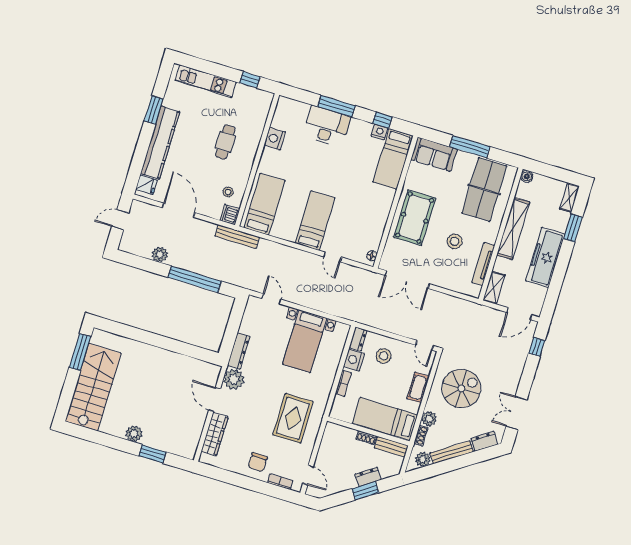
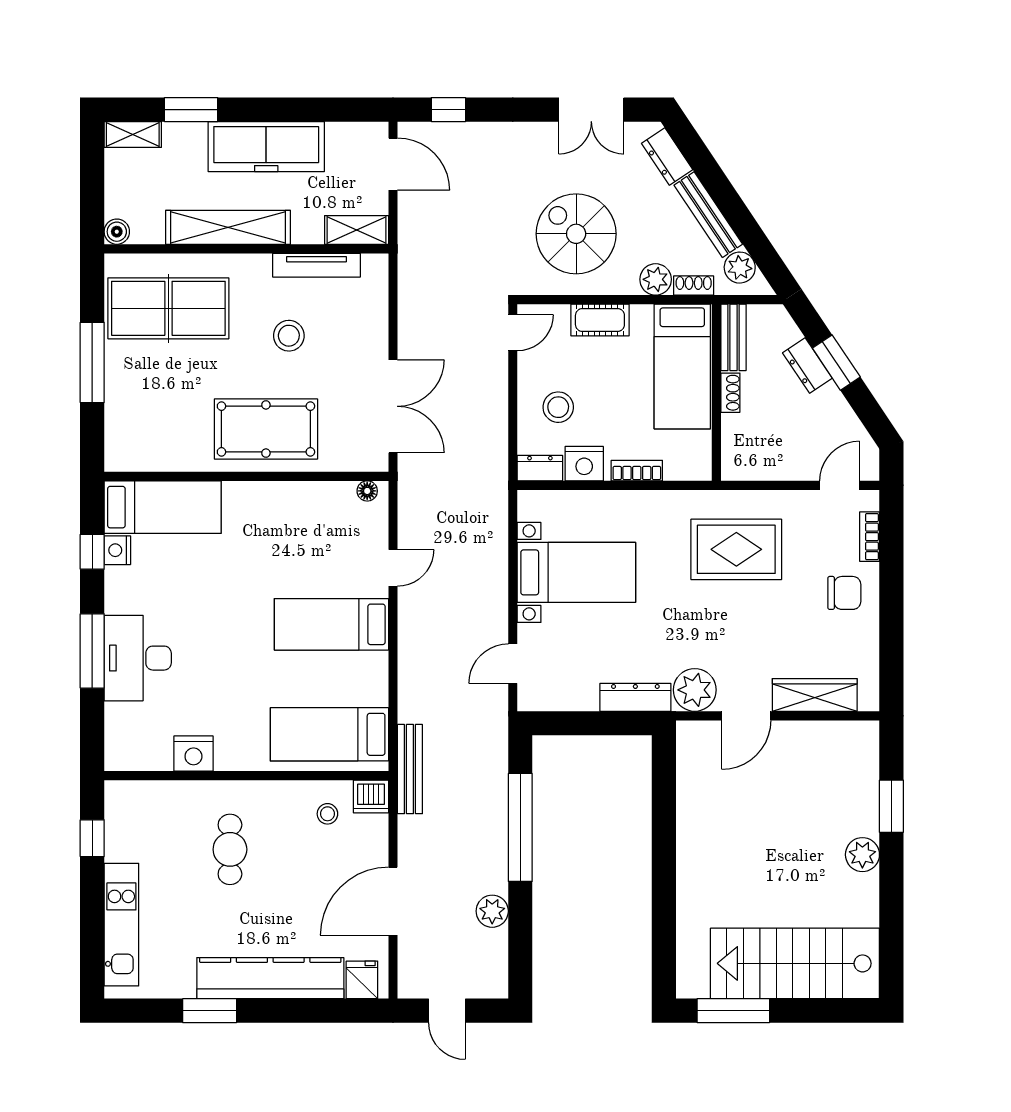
cafe table: (225, 142) -> (230, 849), turned 90
sofa: (434, 154) -> (129, 429), removed

